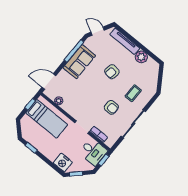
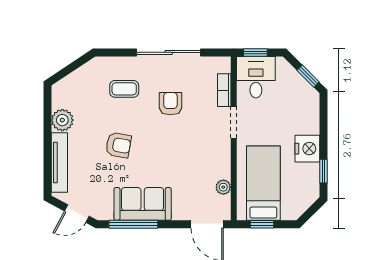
door: (98, 31) -> (77, 214), hinge flipped
nightstand: (63, 163) -> (307, 149), moved

